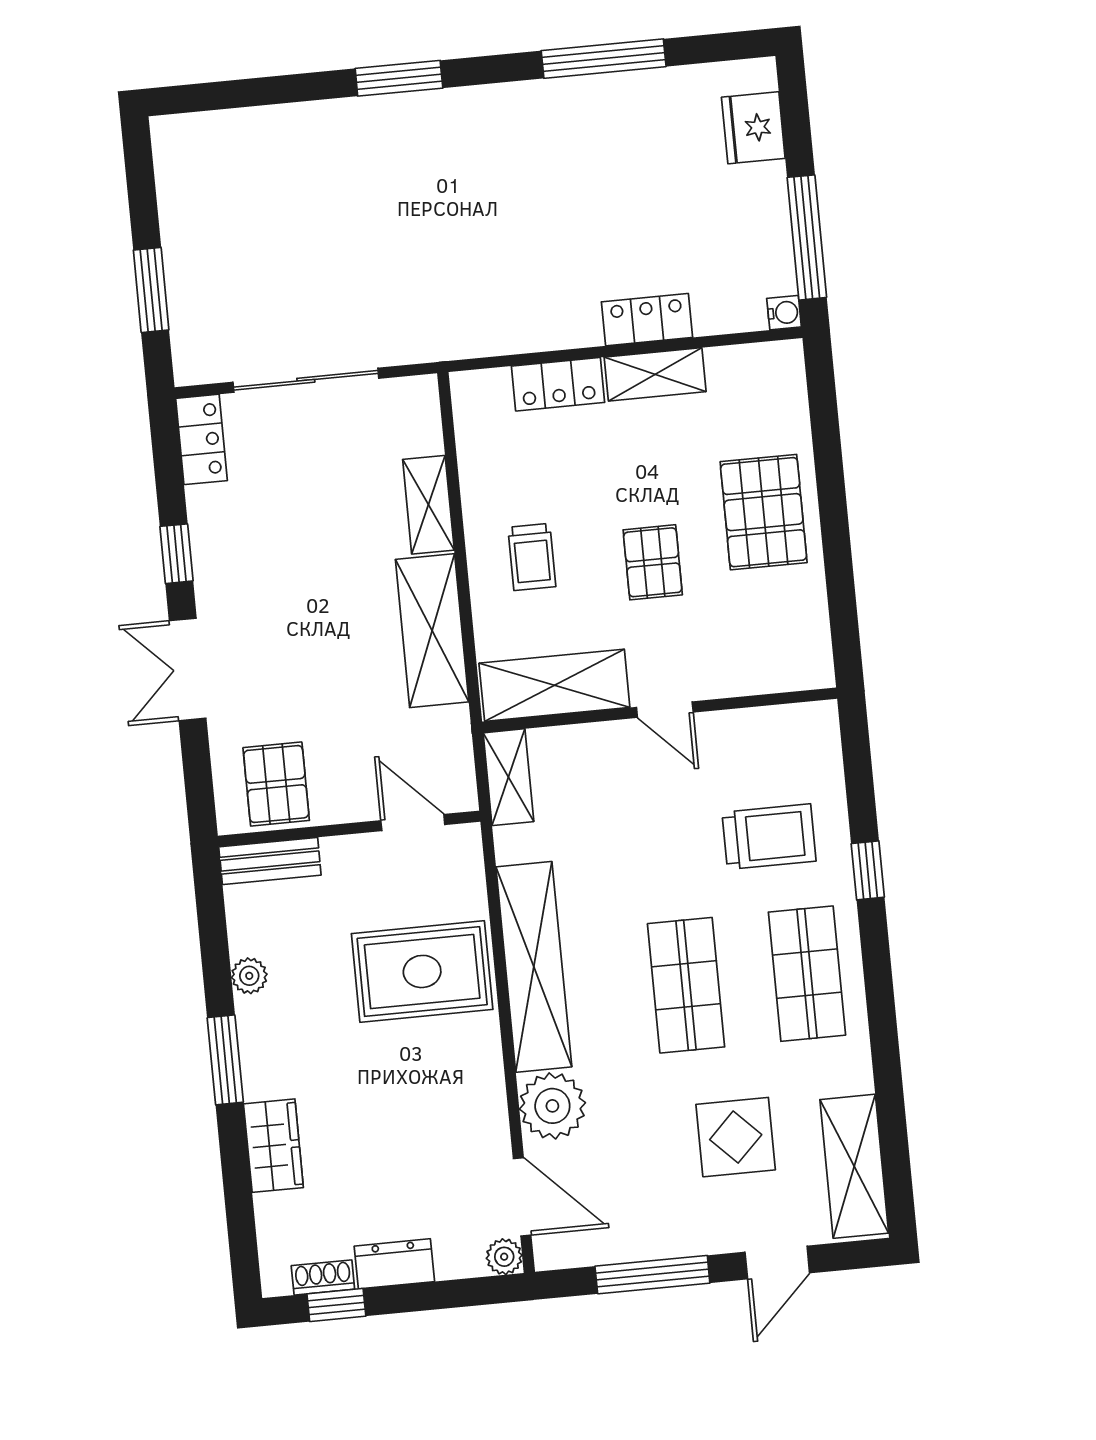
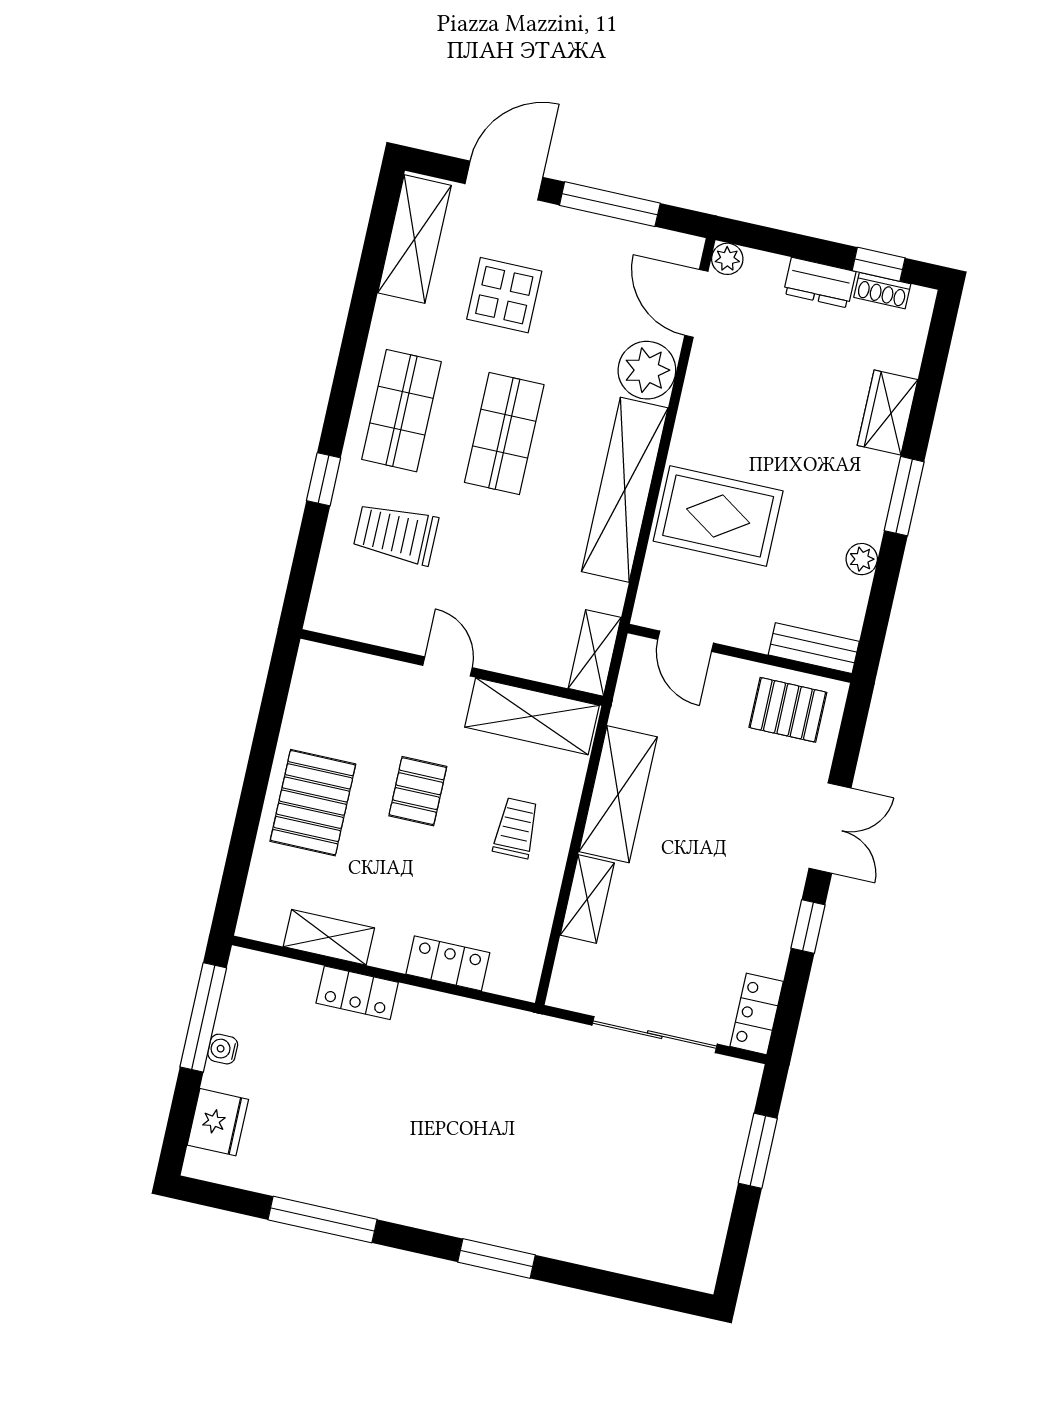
water cooler: (784, 313) -> (223, 1049), moved
shelving: (655, 374) -> (329, 937), moved
pallet: (276, 784) -> (788, 710), turned 90
door: (777, 1263) -> (504, 180), width x1.38

